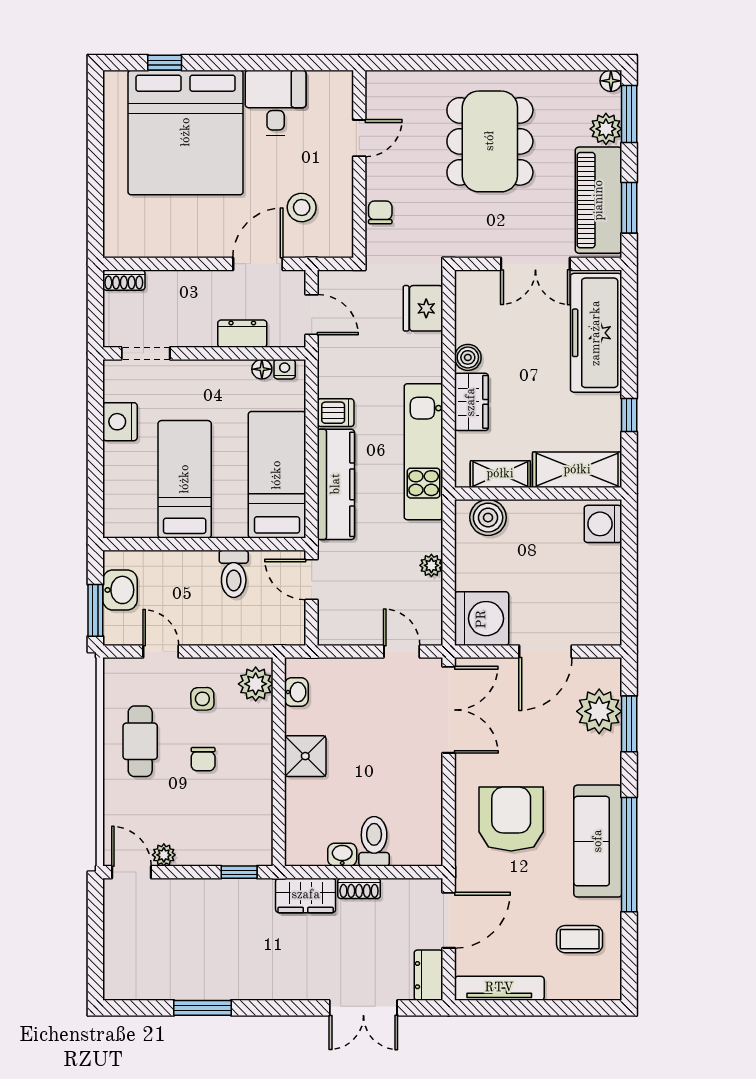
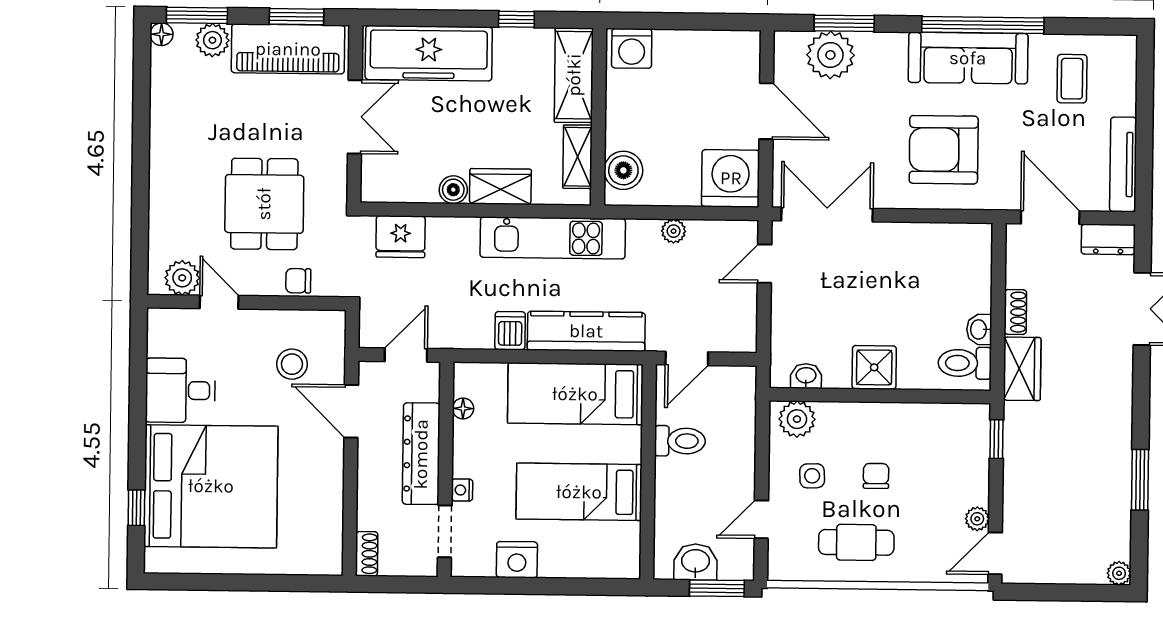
plant: (382, 103) -> (182, 278), added
dining table: (490, 141) -> (264, 204), moved, width x0.73
dresser: (242, 334) -> (421, 454), width x1.96, depth x1.24
nightstand: (285, 369) -> (462, 490), moved
chair: (203, 759) -> (876, 476), turned -90
toilet: (374, 841) -> (965, 363), moved
plant: (114, 989) -> (1119, 573), added

